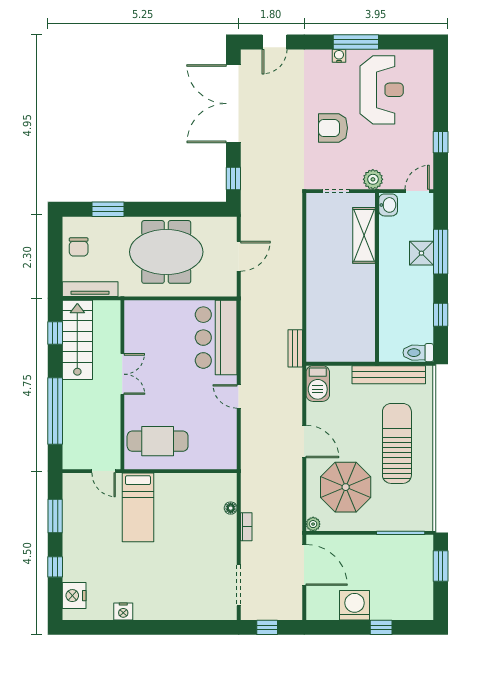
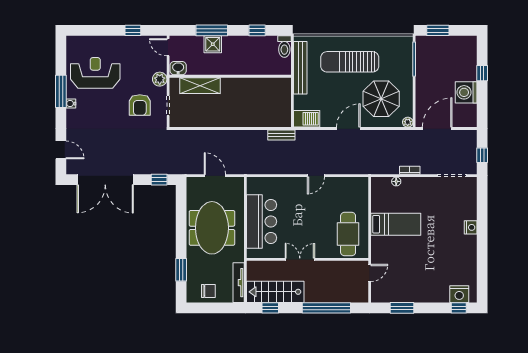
armchair: (333, 128) -> (140, 105), moved
bar counter: (216, 338) -> (262, 221), moved, turned -90
bed: (138, 507) -> (396, 224), moved
window: (55, 567) -> (459, 308), moved
nightstand: (123, 611) -> (471, 227), moved

